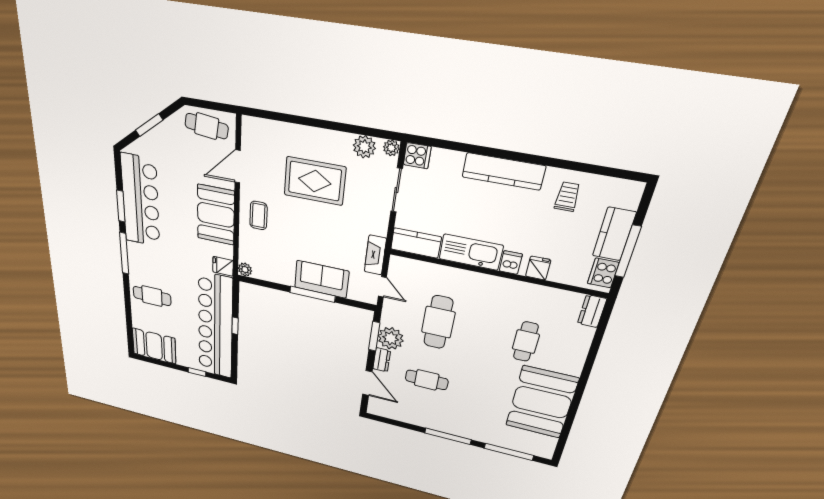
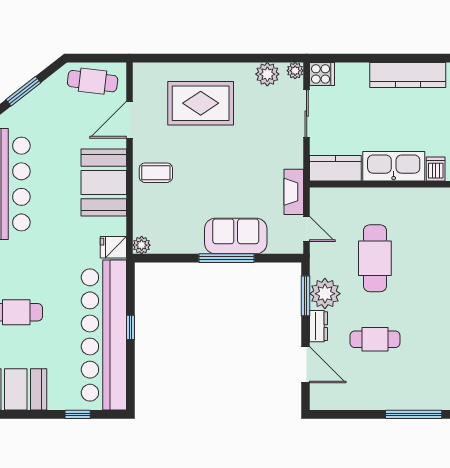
rug: (315, 181) -> (201, 103), moved
coffee table: (259, 215) -> (156, 173), turned 90

